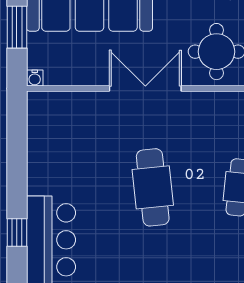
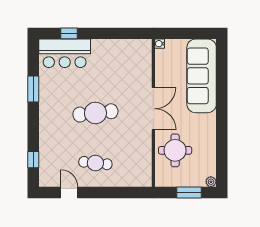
window: (17, 27) -> (189, 33), removed

